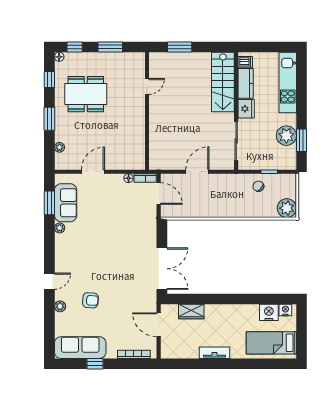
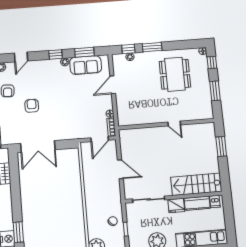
window: (49, 80) -> (128, 49), moved
door: (147, 86) -> (174, 124), moved
door: (93, 172) -> (113, 85), swing flipped
window: (49, 239) -> (56, 54), added
armchair: (111, 272) -> (32, 106), added
door: (49, 281) -> (21, 57), hinge flipped
window: (262, 299) -> (18, 232), added

